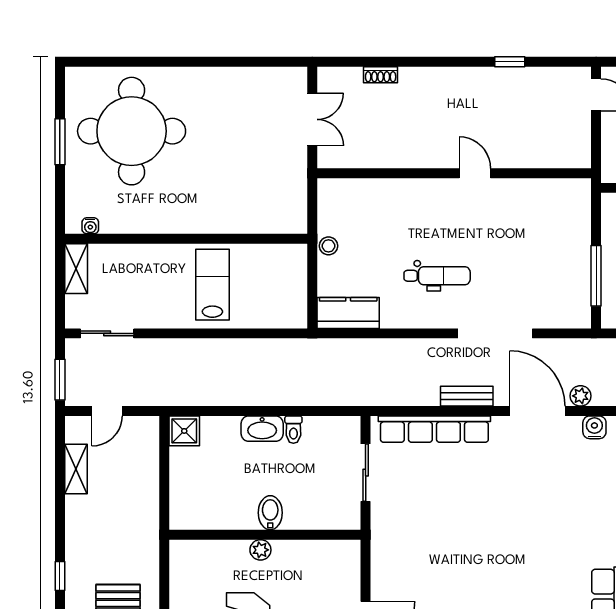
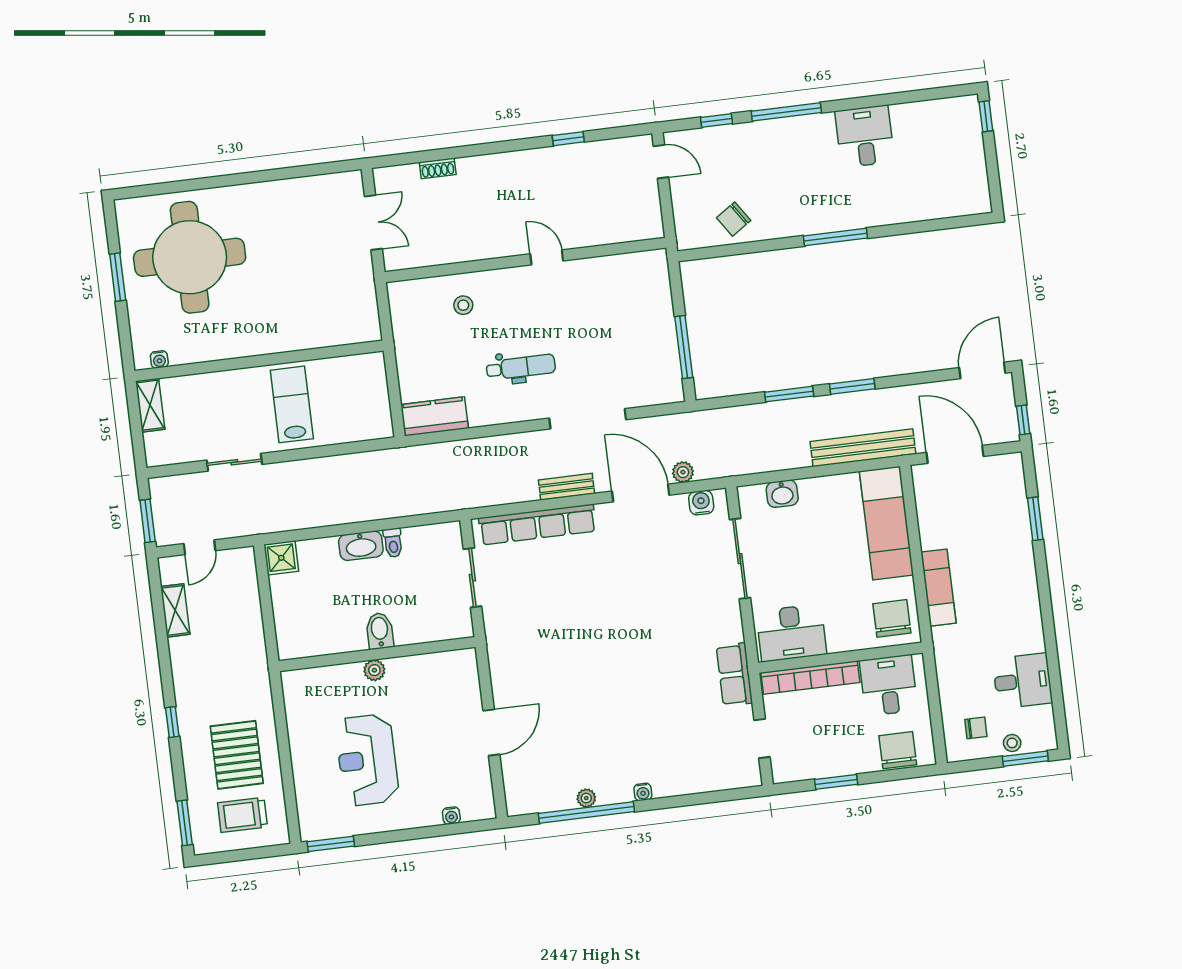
stool: (329, 246) -> (463, 305), moved
sliding door: (107, 333) -> (234, 462), moved

